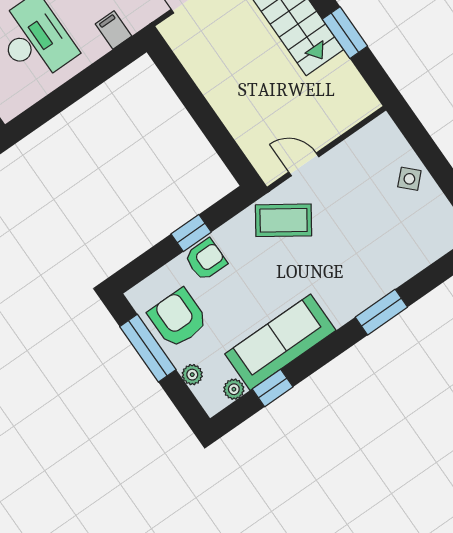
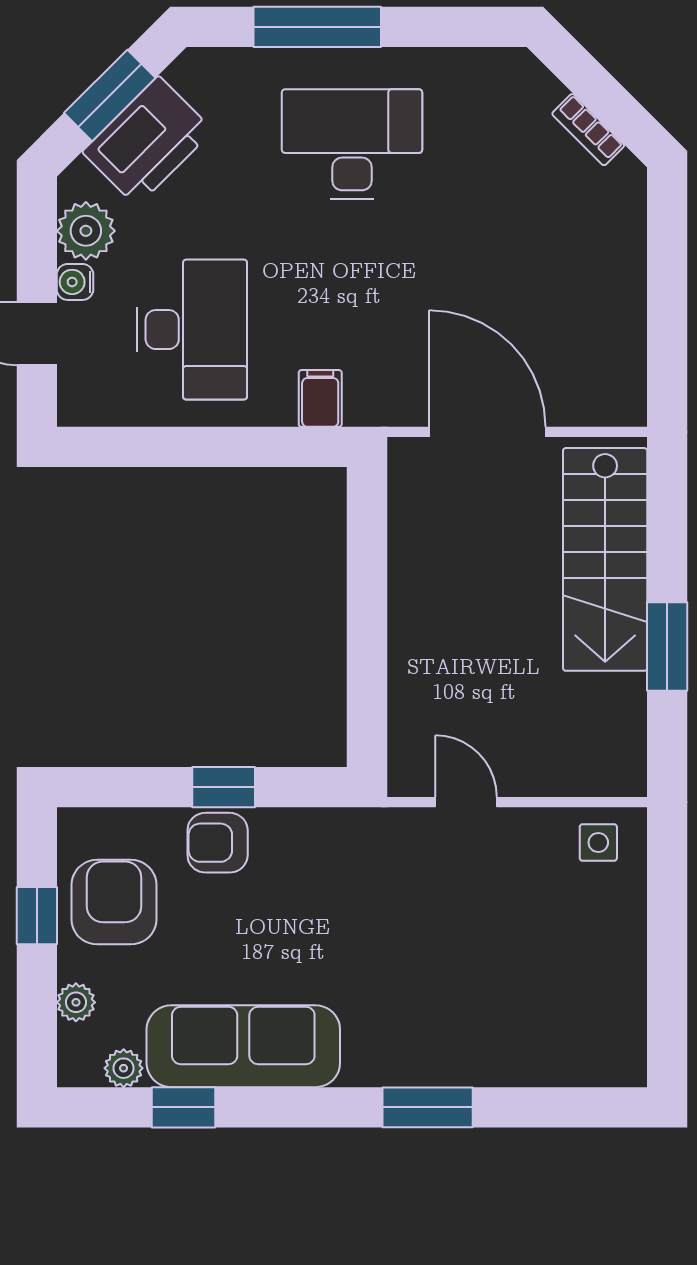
side table: (409, 179) -> (598, 842), moved, turned 45
coffee table: (284, 220) -> (377, 865), removed
armchair: (206, 260) -> (218, 843), turned 180
window: (148, 348) -> (37, 916), width x0.46

